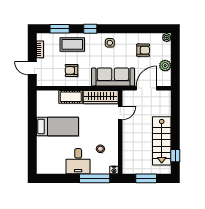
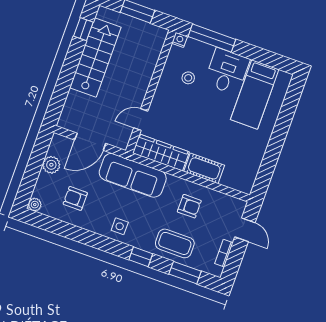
bed: (57, 126) -> (255, 94), moved, turned -90

